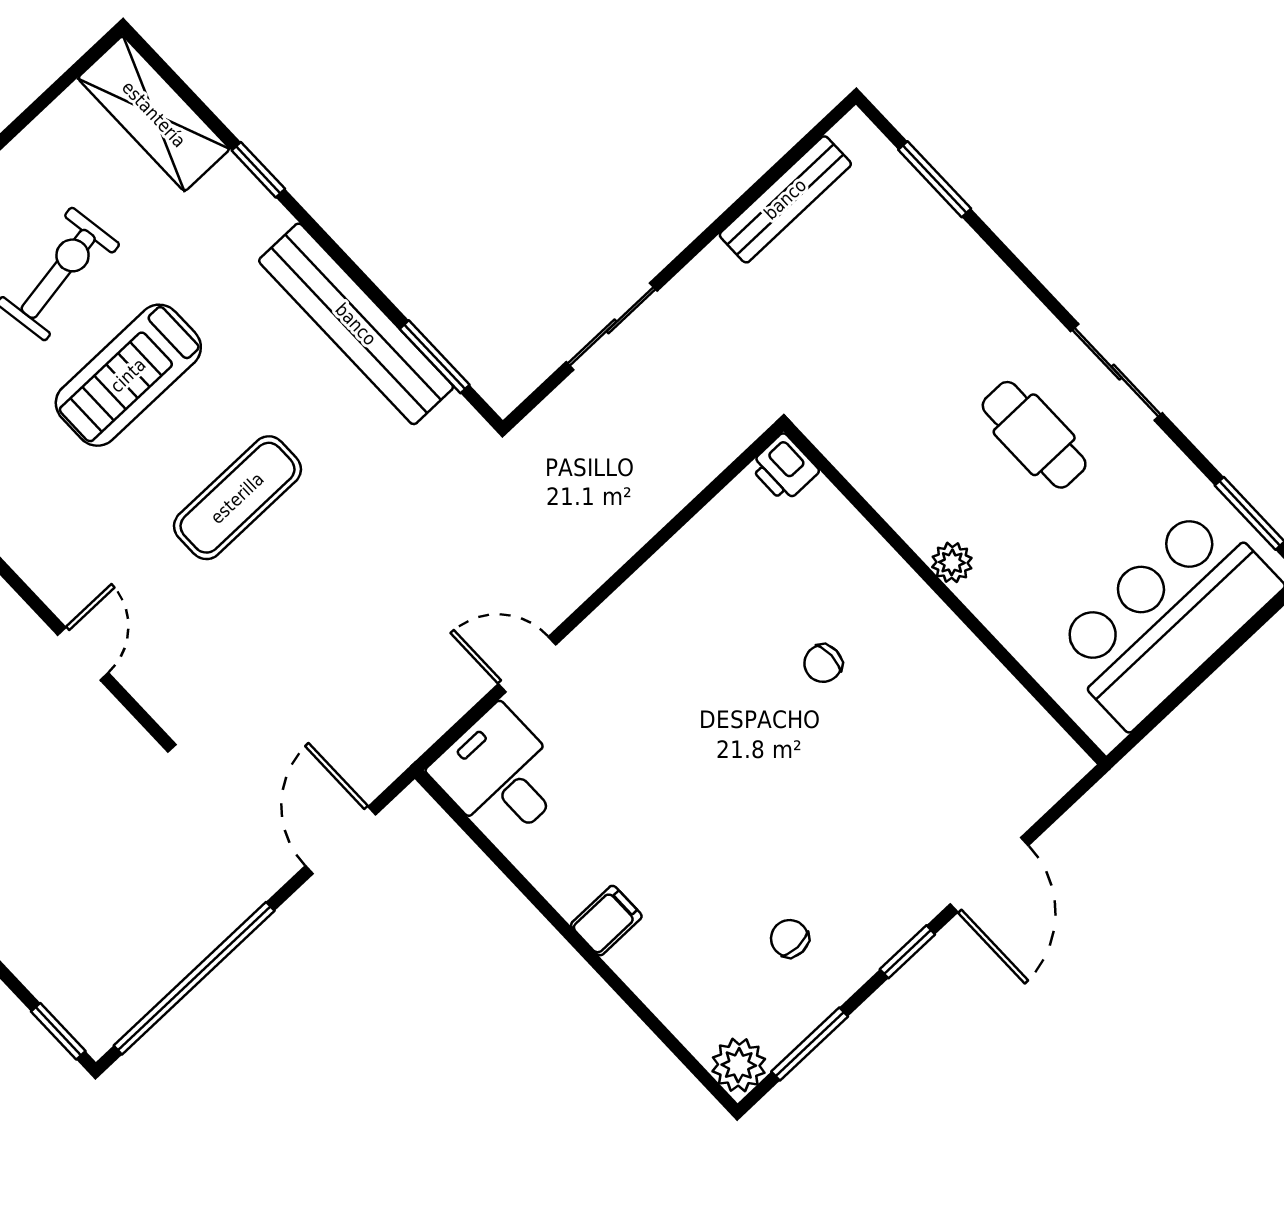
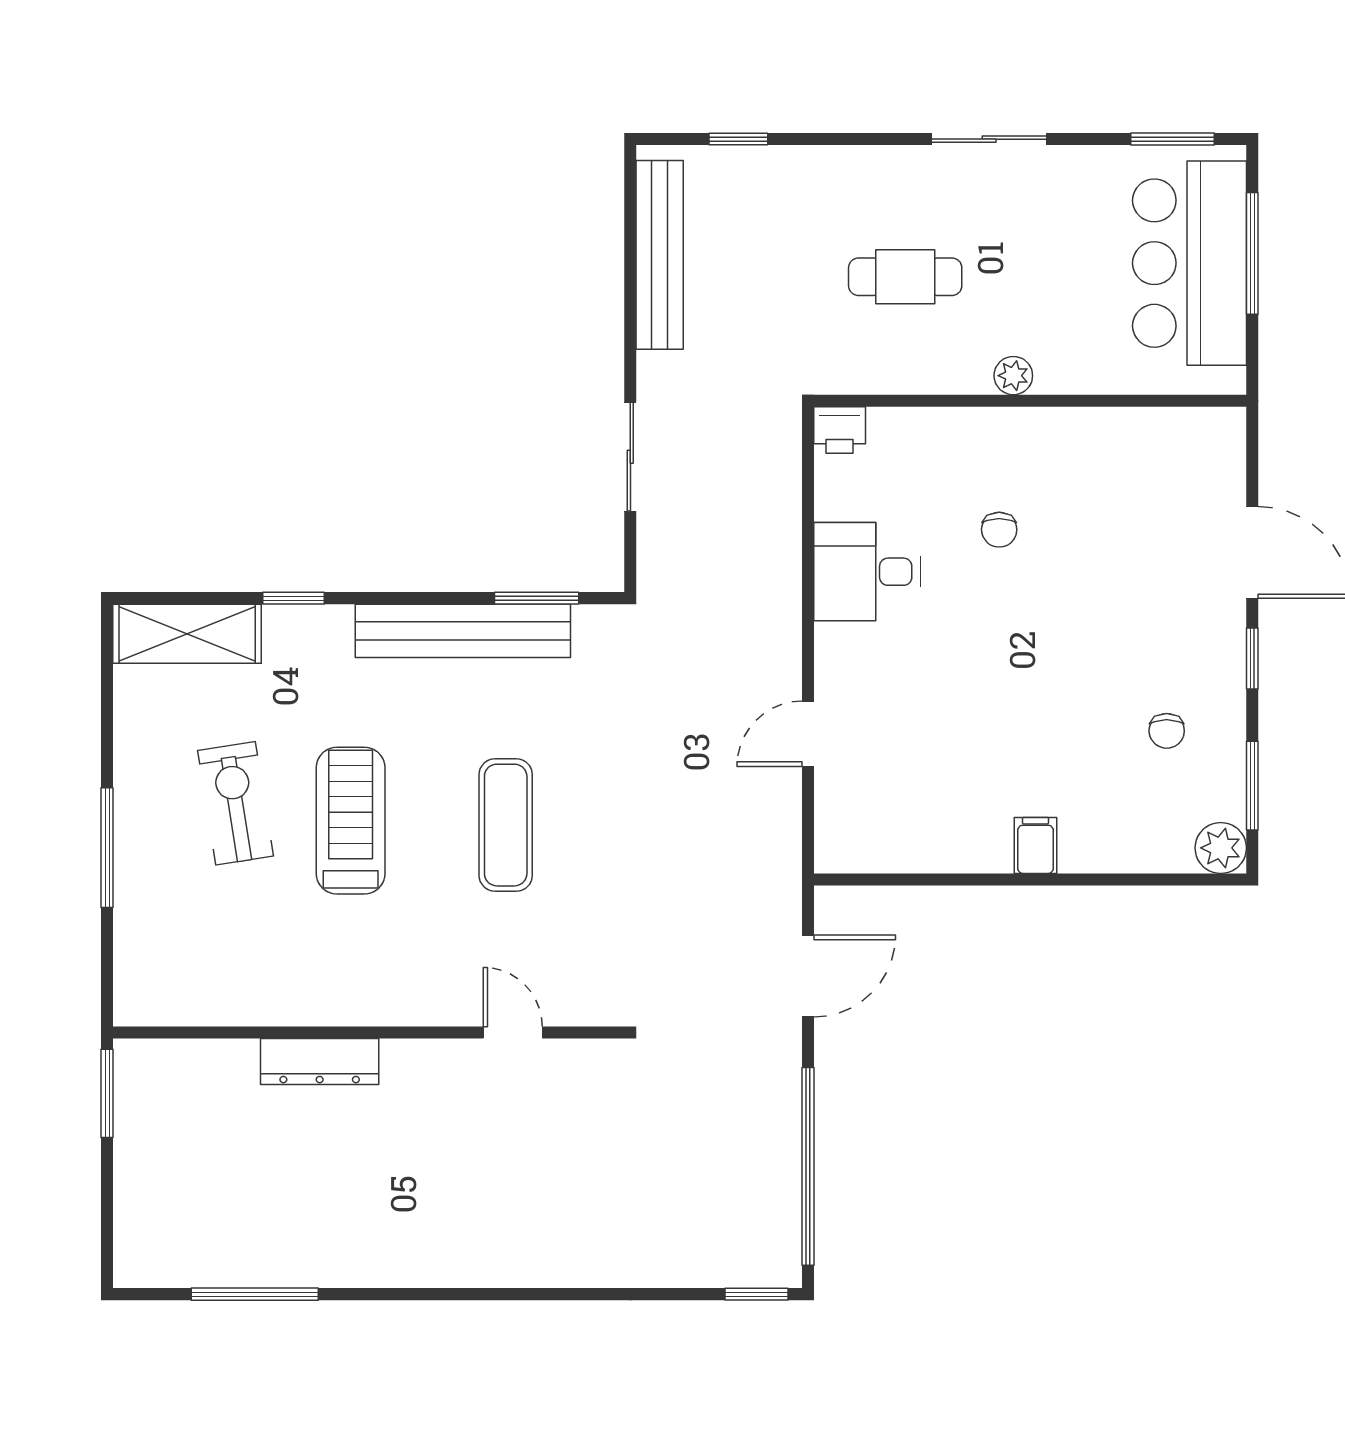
window: (935, 179) -> (738, 139), width x0.67
bench: (785, 199) -> (660, 255), width x1.37, depth x1.21
treadmill: (128, 375) -> (351, 821), turned 180
cafe table: (1034, 435) -> (905, 277), moved
window: (1219, 658) -> (1252, 253), added
desk: (500, 775) -> (867, 572), moved
door: (341, 840) -> (808, 976), swing flipped
chair: (790, 938) -> (1167, 731), turned -90

